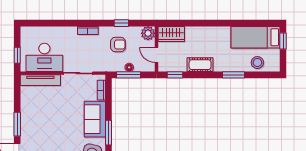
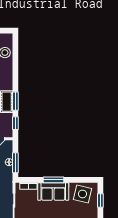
window: (234, 75) -> (15, 101), moved
window: (108, 133) -> (54, 180), moved

